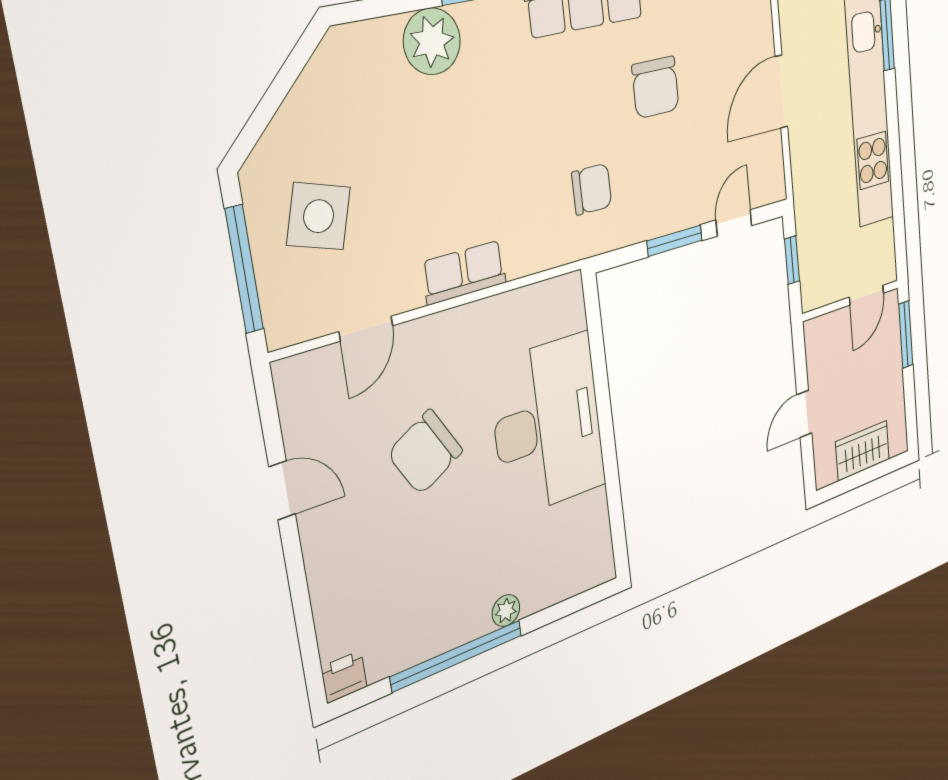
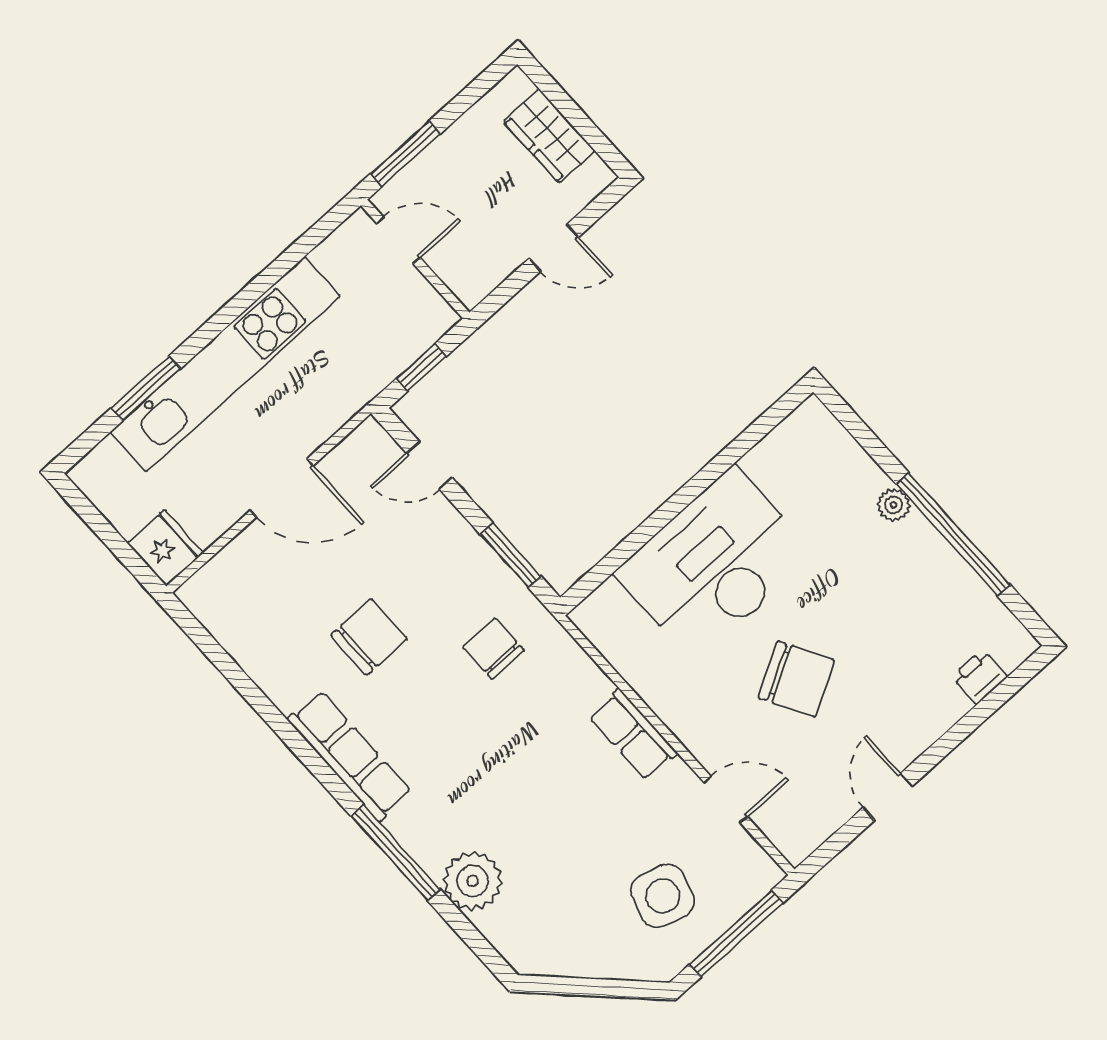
window: (675, 241) -> (511, 556), moved
printer: (344, 677) -> (979, 677), moved, turned 90

